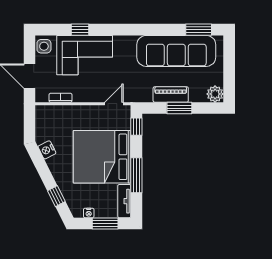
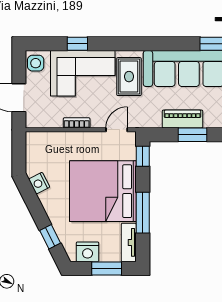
rug: (124, 58) -> (129, 77), added
bookcase: (60, 98) -> (77, 123), moved
nightstand: (89, 213) -> (88, 252), width x1.89, depth x1.79

